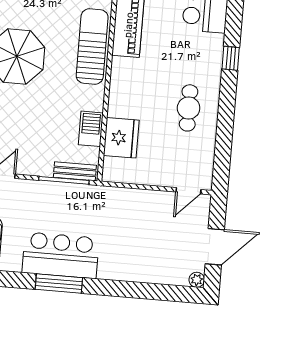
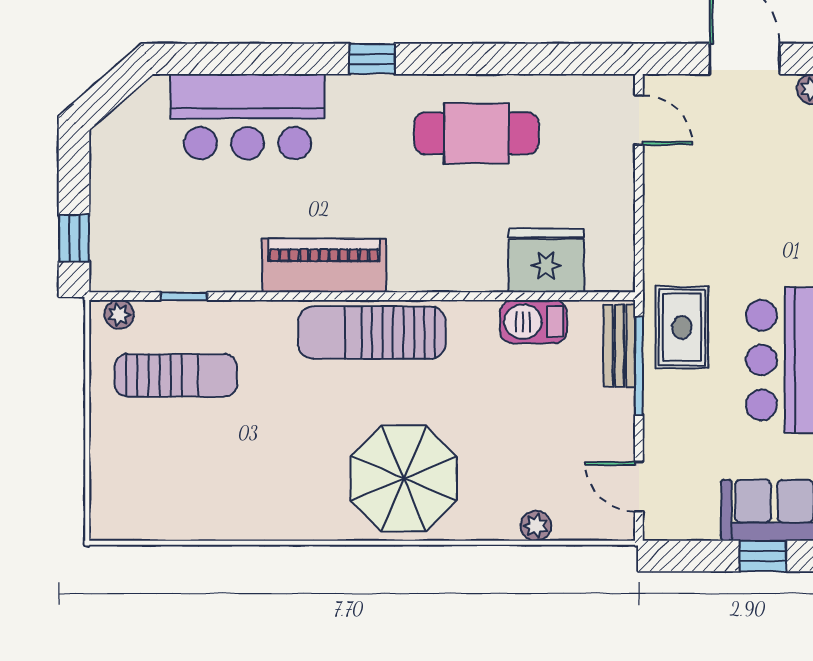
cafe table: (189, 108) -> (476, 133), width x1.37, depth x1.35
rug: (82, 204) -> (682, 327), added

